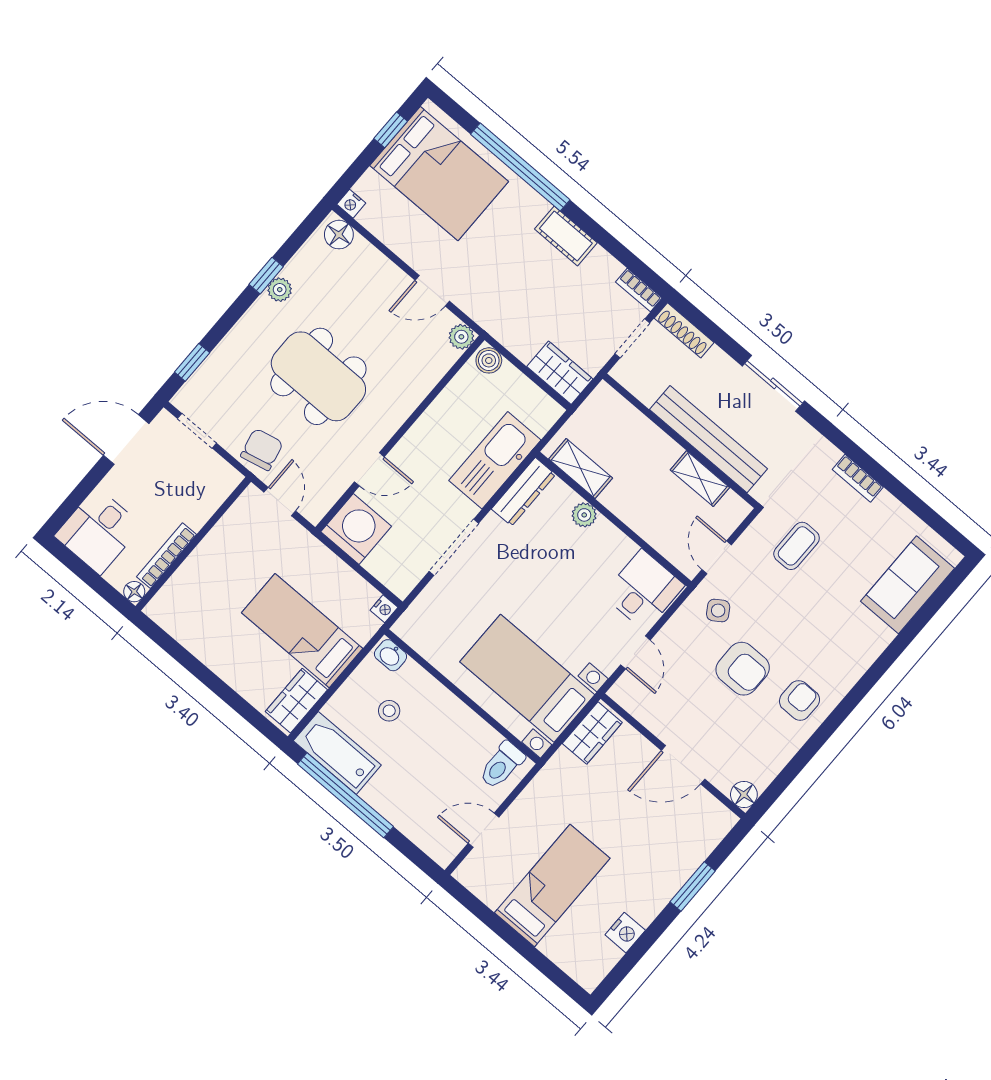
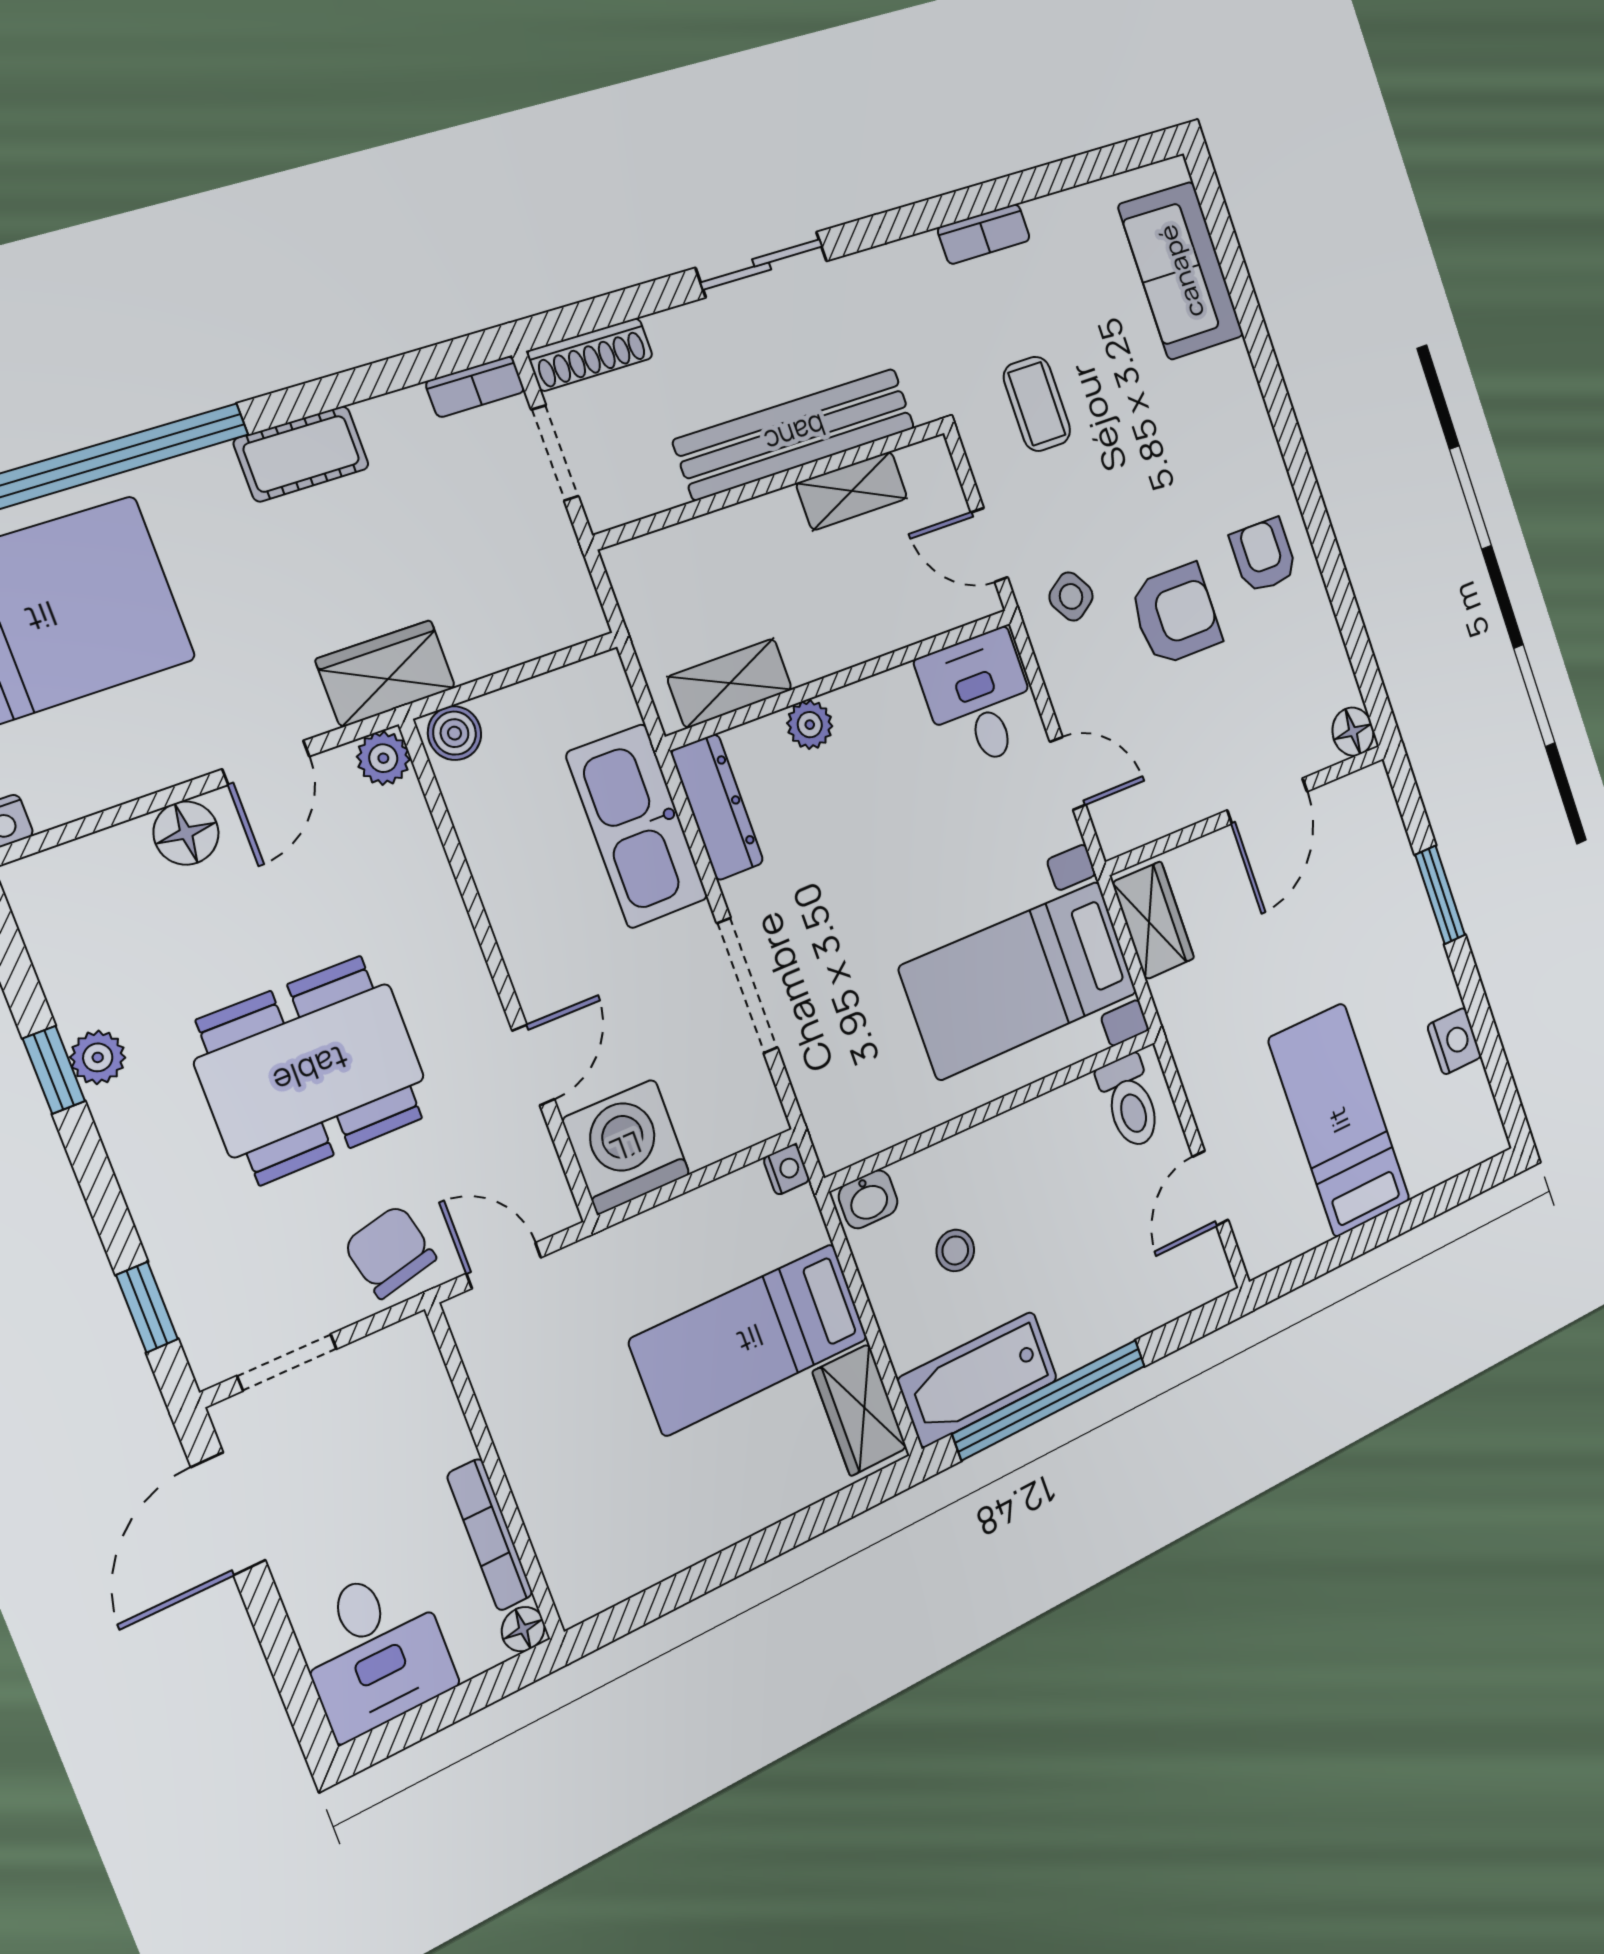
floor lamp: (339, 235) -> (186, 833), moved
wardrobe: (560, 373) -> (386, 674), moved

